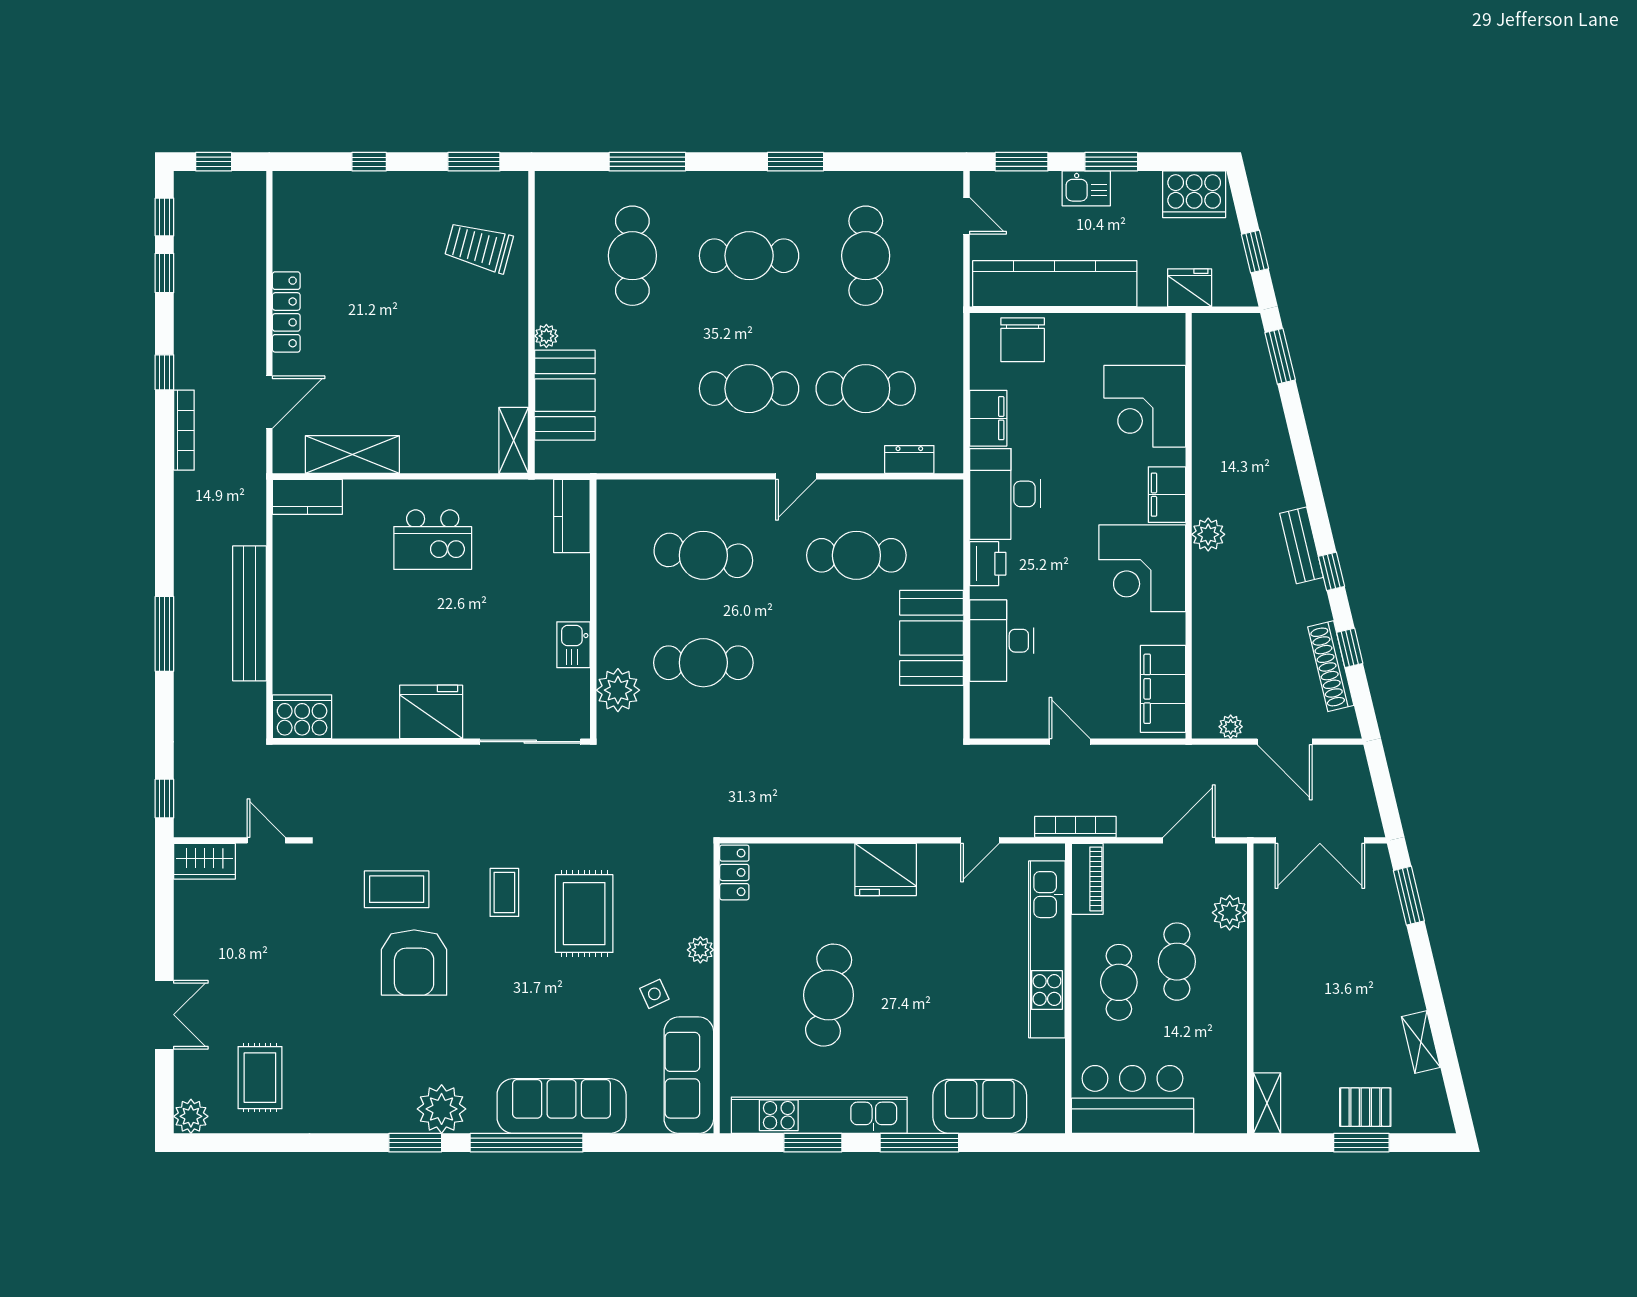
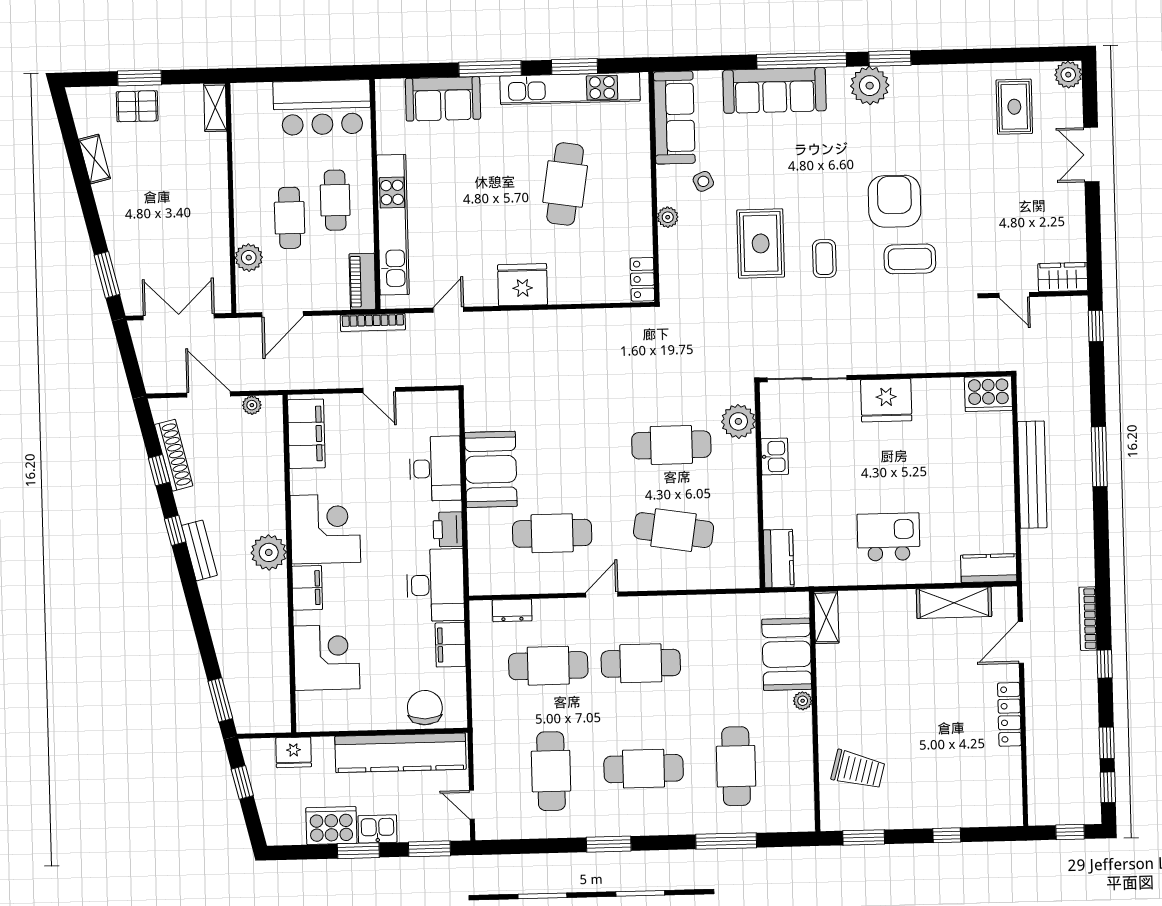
cooker: (1194, 194) -> (331, 826), moved
plant: (1208, 534) -> (269, 552), width x1.36, depth x1.36

